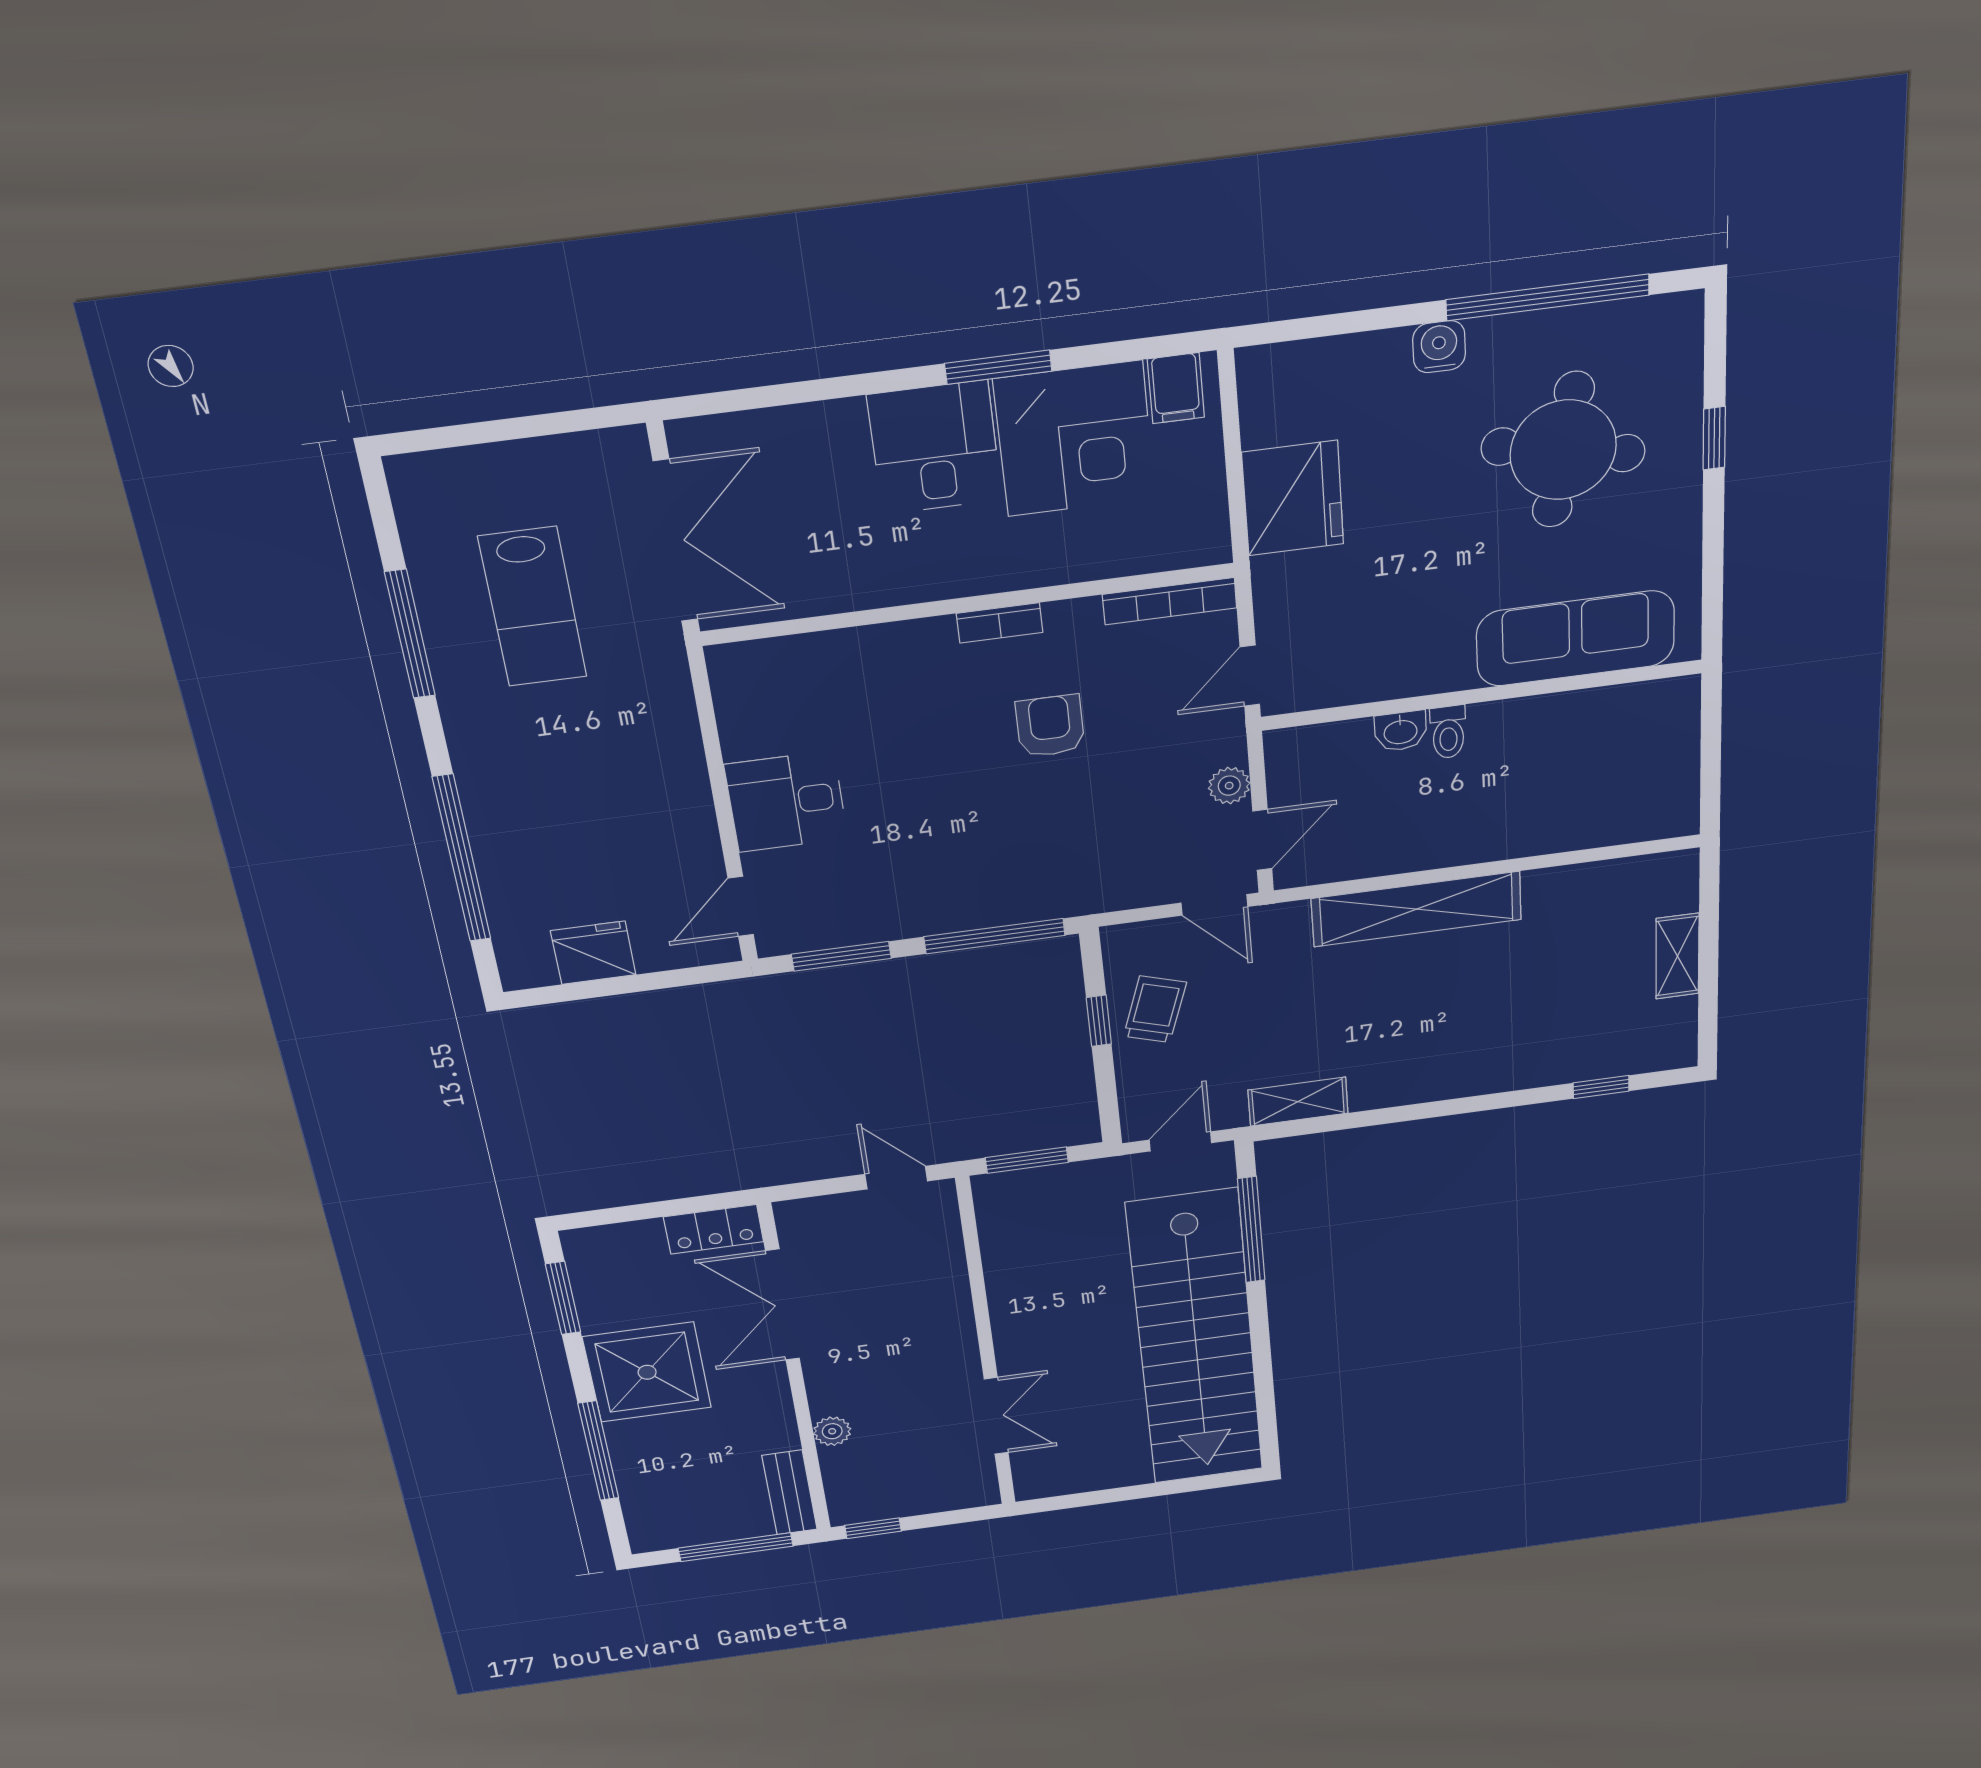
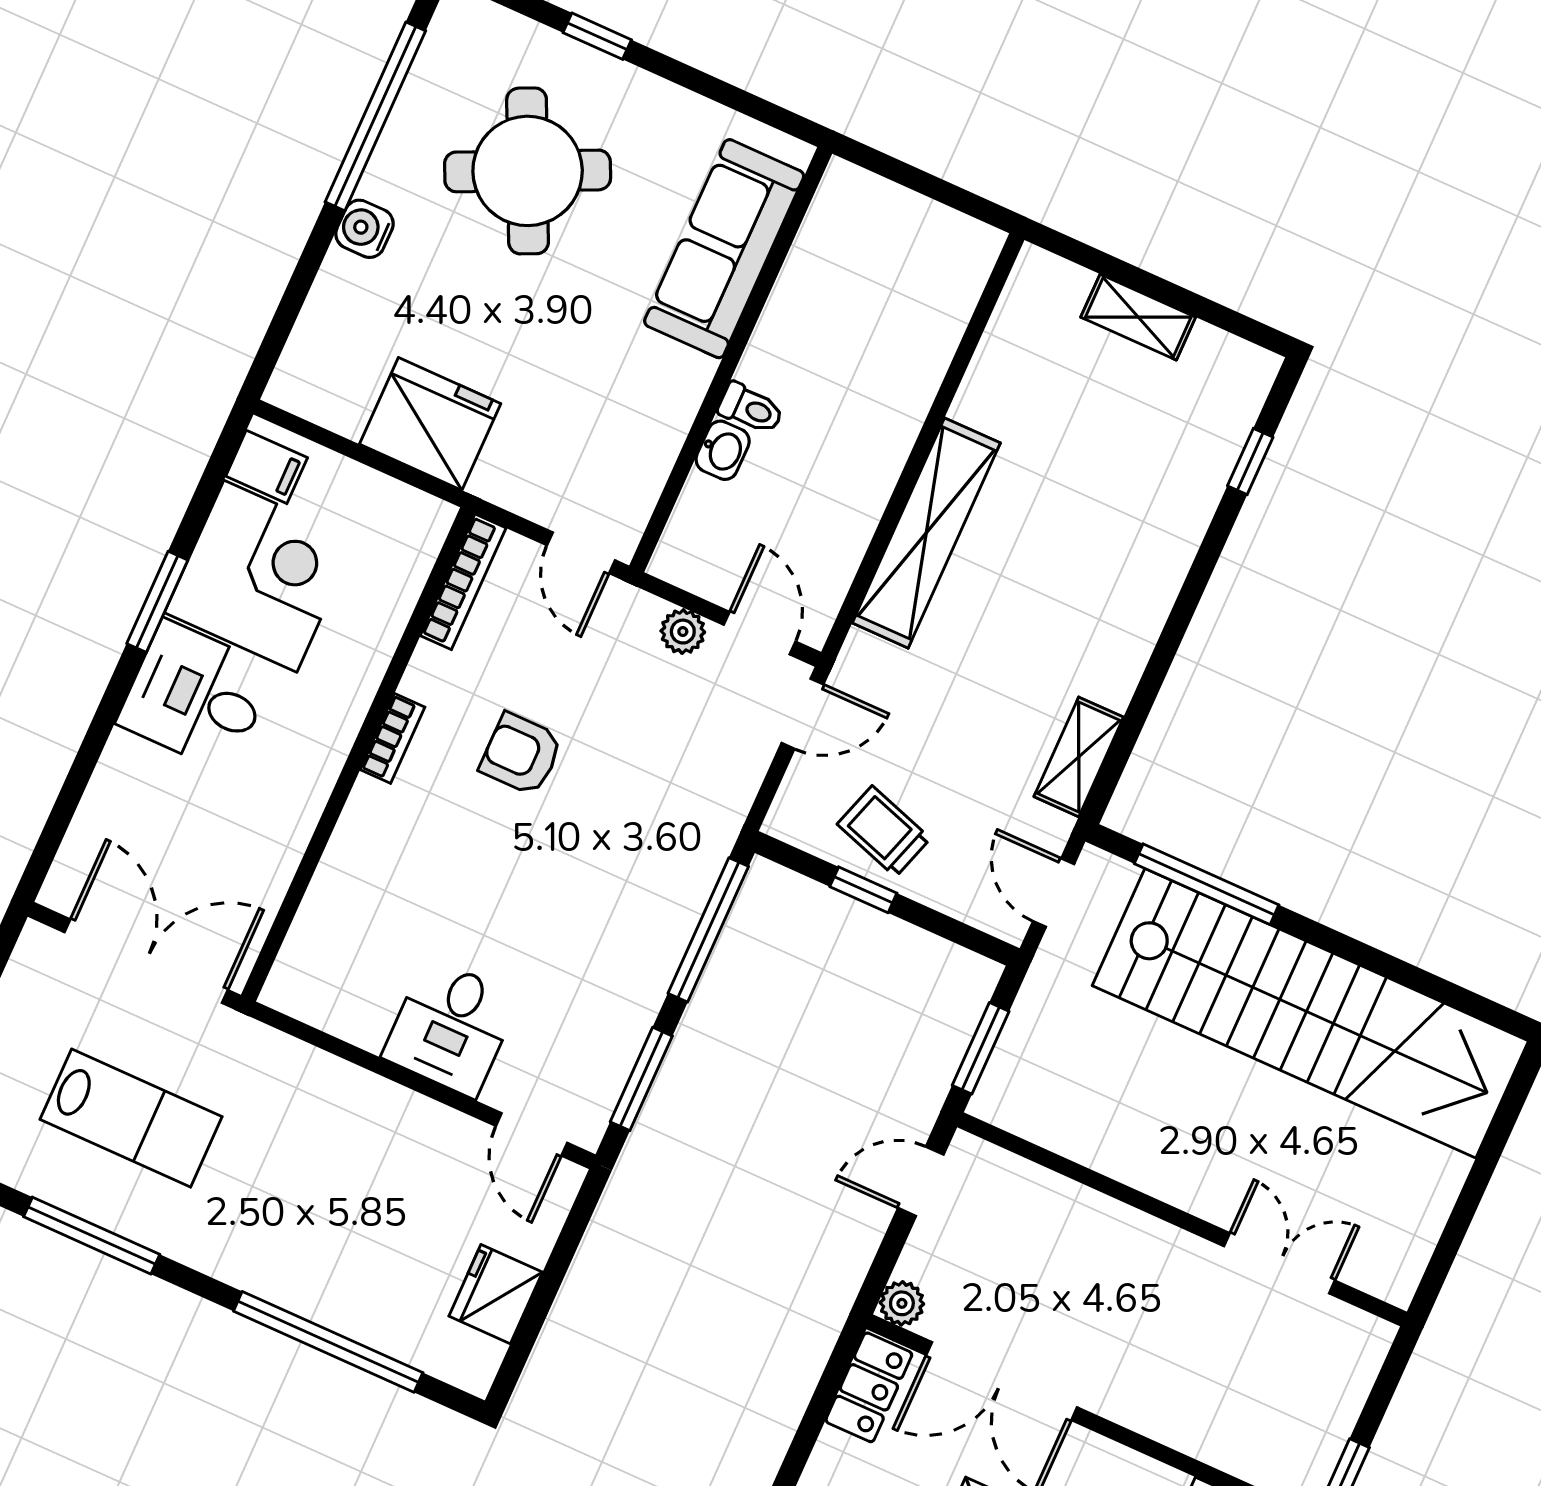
round table: (1563, 450) -> (528, 171), turned -36
plant: (832, 1431) -> (902, 1303), moved

